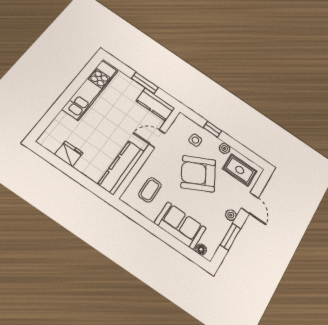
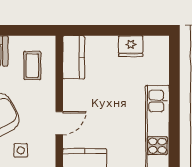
kitchen counter: (121, 168) -> (74, 57), width x0.67

